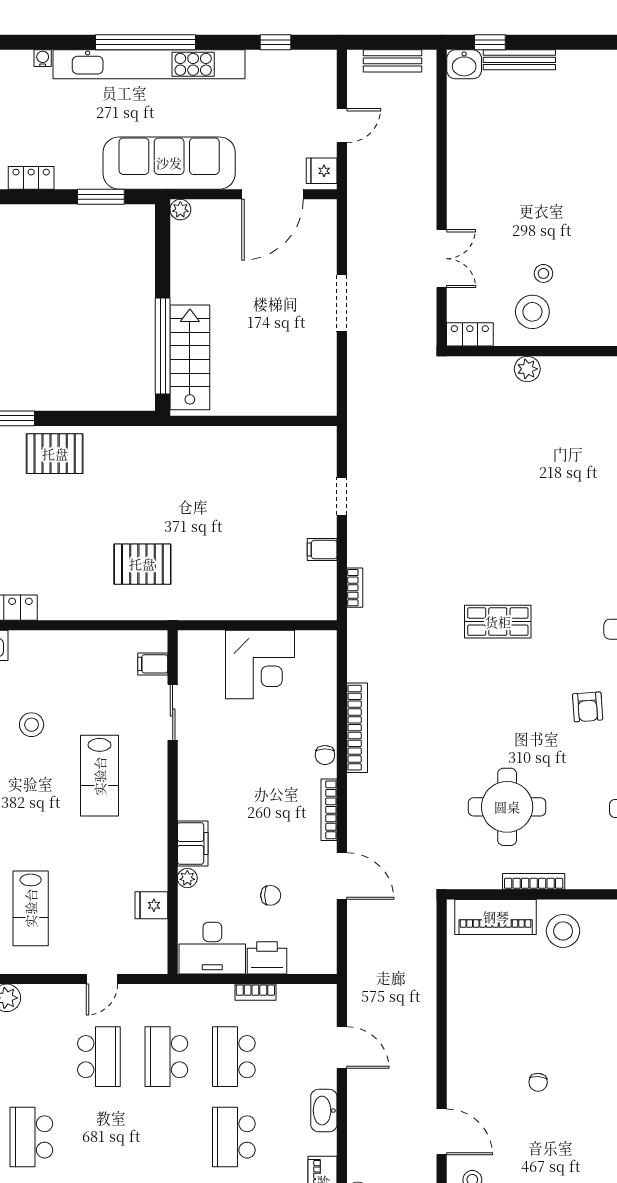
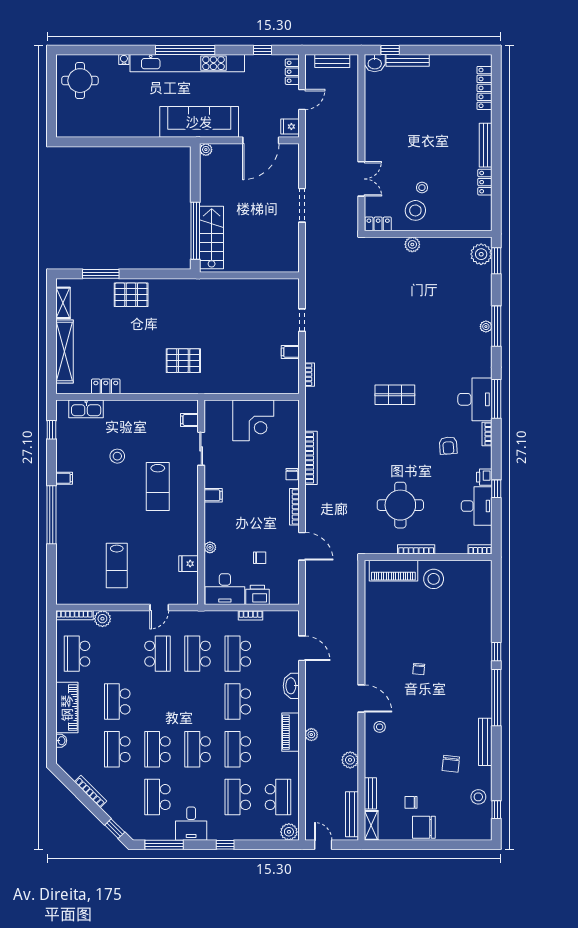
locker: (31, 178) -> (292, 72), moved, turned -90
window: (101, 197) -> (159, 142), removed
filing cabinet: (193, 843) -> (213, 495), moved, width x0.50

